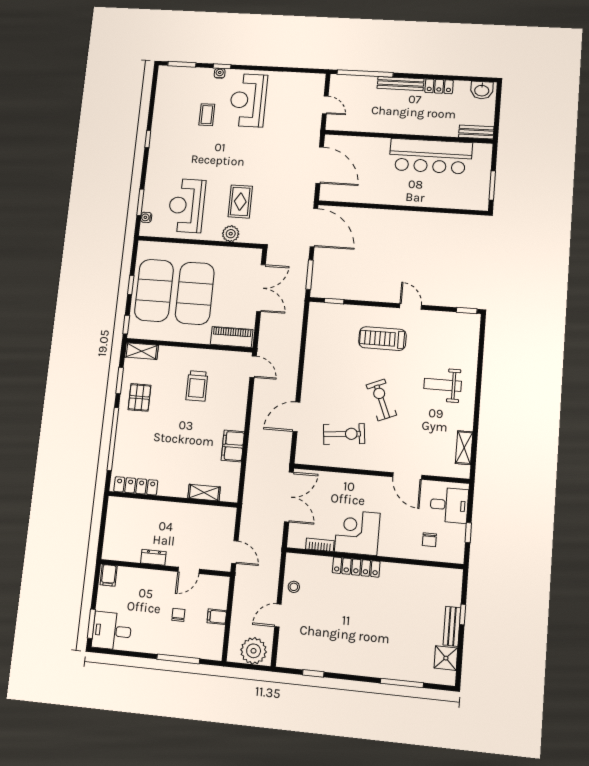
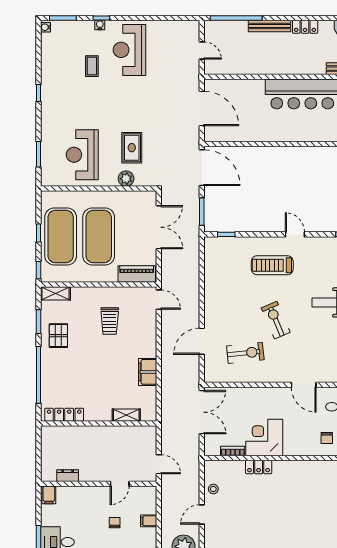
water cooler: (146, 217) -> (46, 27), moved
dresser: (153, 557) -> (68, 476), moved
locker: (356, 567) -> (259, 467), width x0.66

